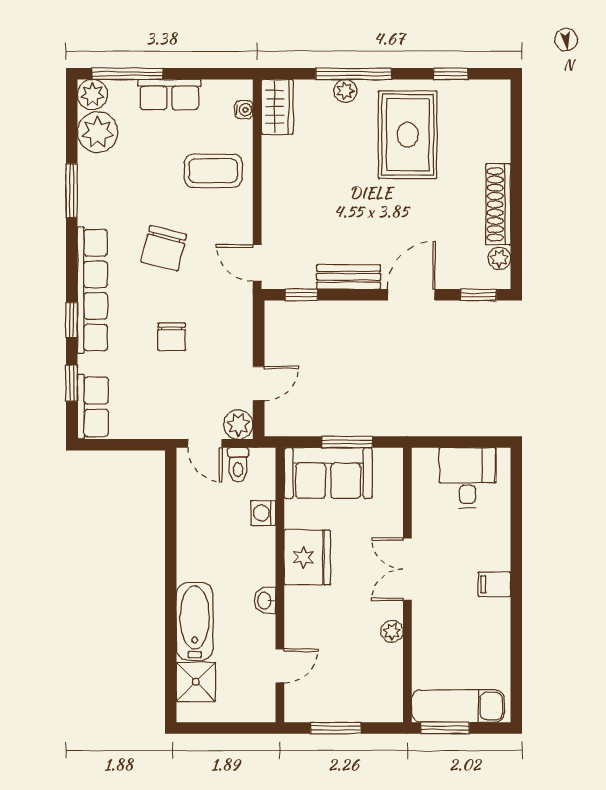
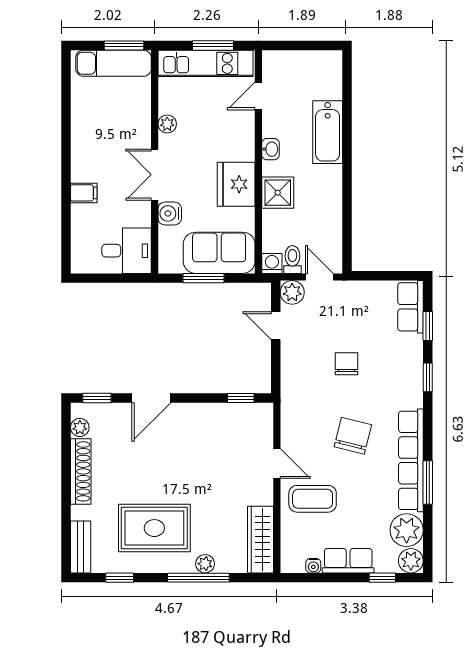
window: (128, 74) -> (382, 578), width x0.46
wardrobe: (277, 107) -> (260, 540), width x1.50
water cooler: (244, 110) -> (313, 566), moved, turned -90
rug: (408, 135) -> (154, 528), turned 90
door: (257, 263) -> (277, 464), moved
bench: (349, 277) -> (81, 547), moved, turned 90
row of seats: (92, 290) -> (411, 460), moved
door: (259, 383) -> (276, 326), hinge flipped
desk: (468, 478) -> (127, 251), moved, turned -90
washing machine: (263, 513) -> (272, 263), moved, turned -90
water cooler: (389, 521) -> (170, 213), added
double door: (407, 569) -> (155, 175), swing flipped
filing cabinet: (494, 584) -> (84, 193), moved
shower: (196, 682) -> (278, 193), moved
kitchen unit: (345, 706) -> (205, 63), added

